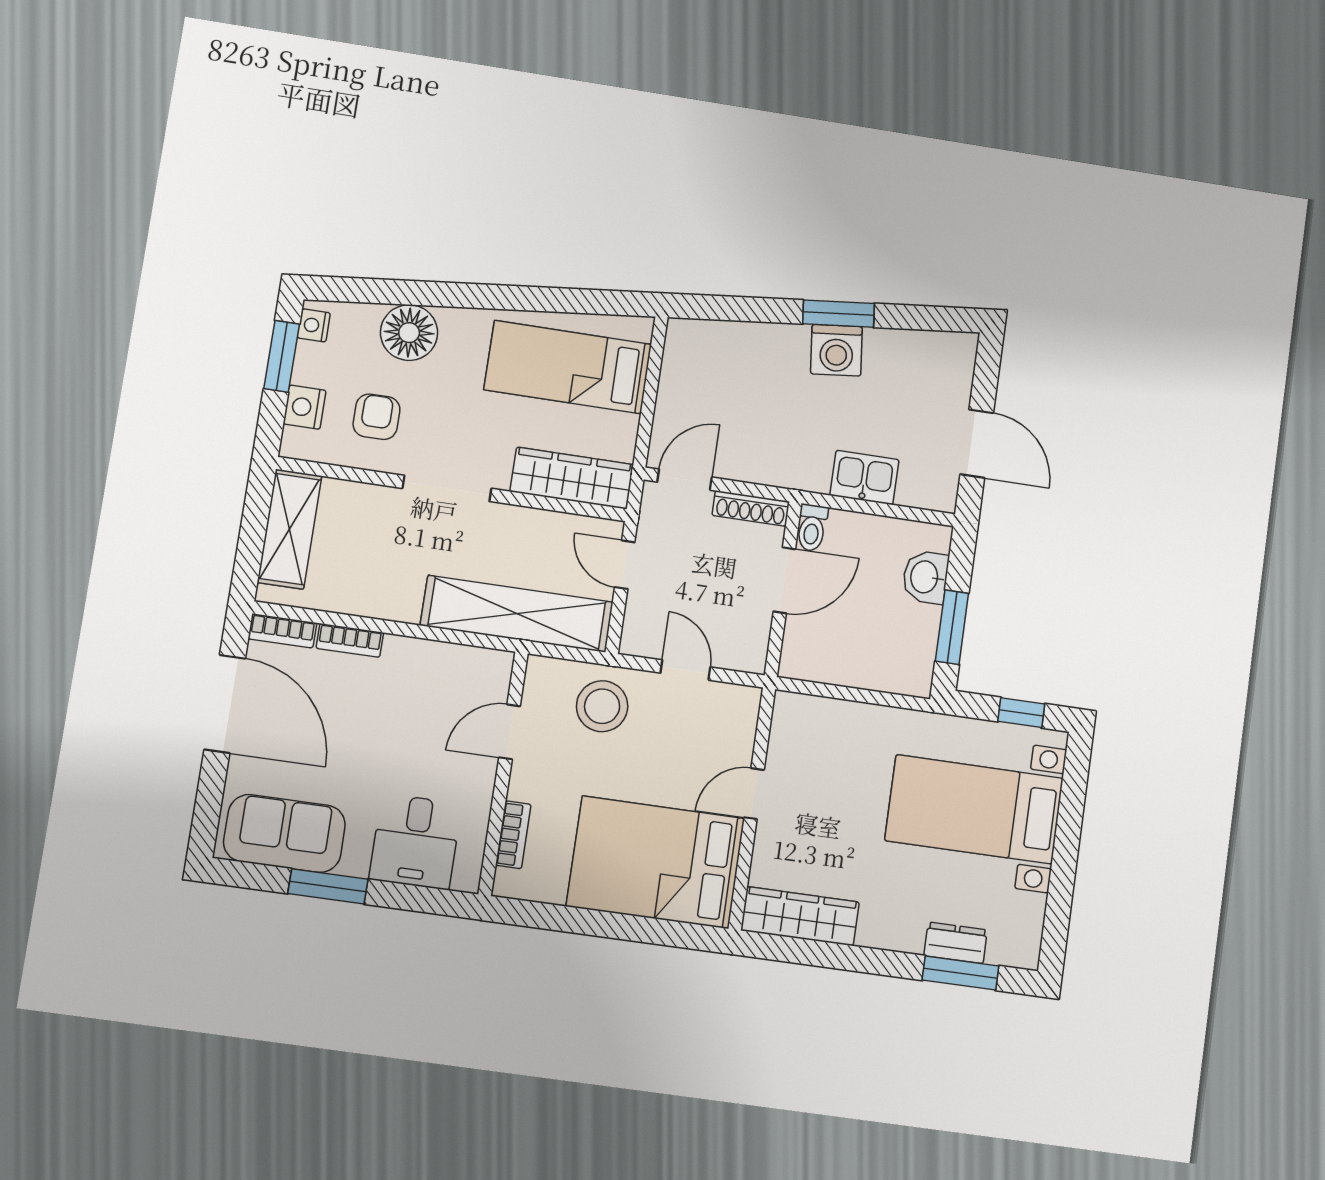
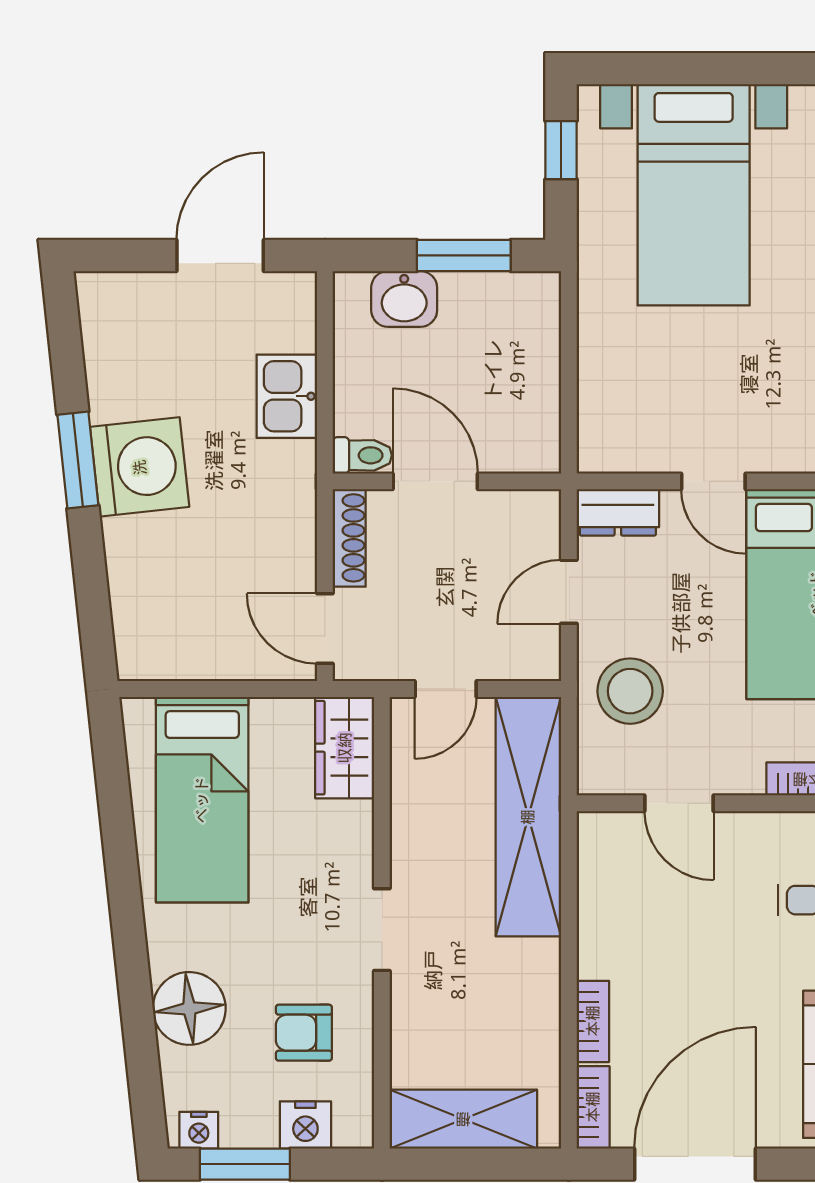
washing machine: (836, 350) -> (140, 467), width x1.37, depth x1.37
wardrobe: (572, 478) -> (345, 748), width x0.67
doorway: (447, 488) -> (382, 930), width x0.73
dresser: (741, 717) -> (618, 512), added

